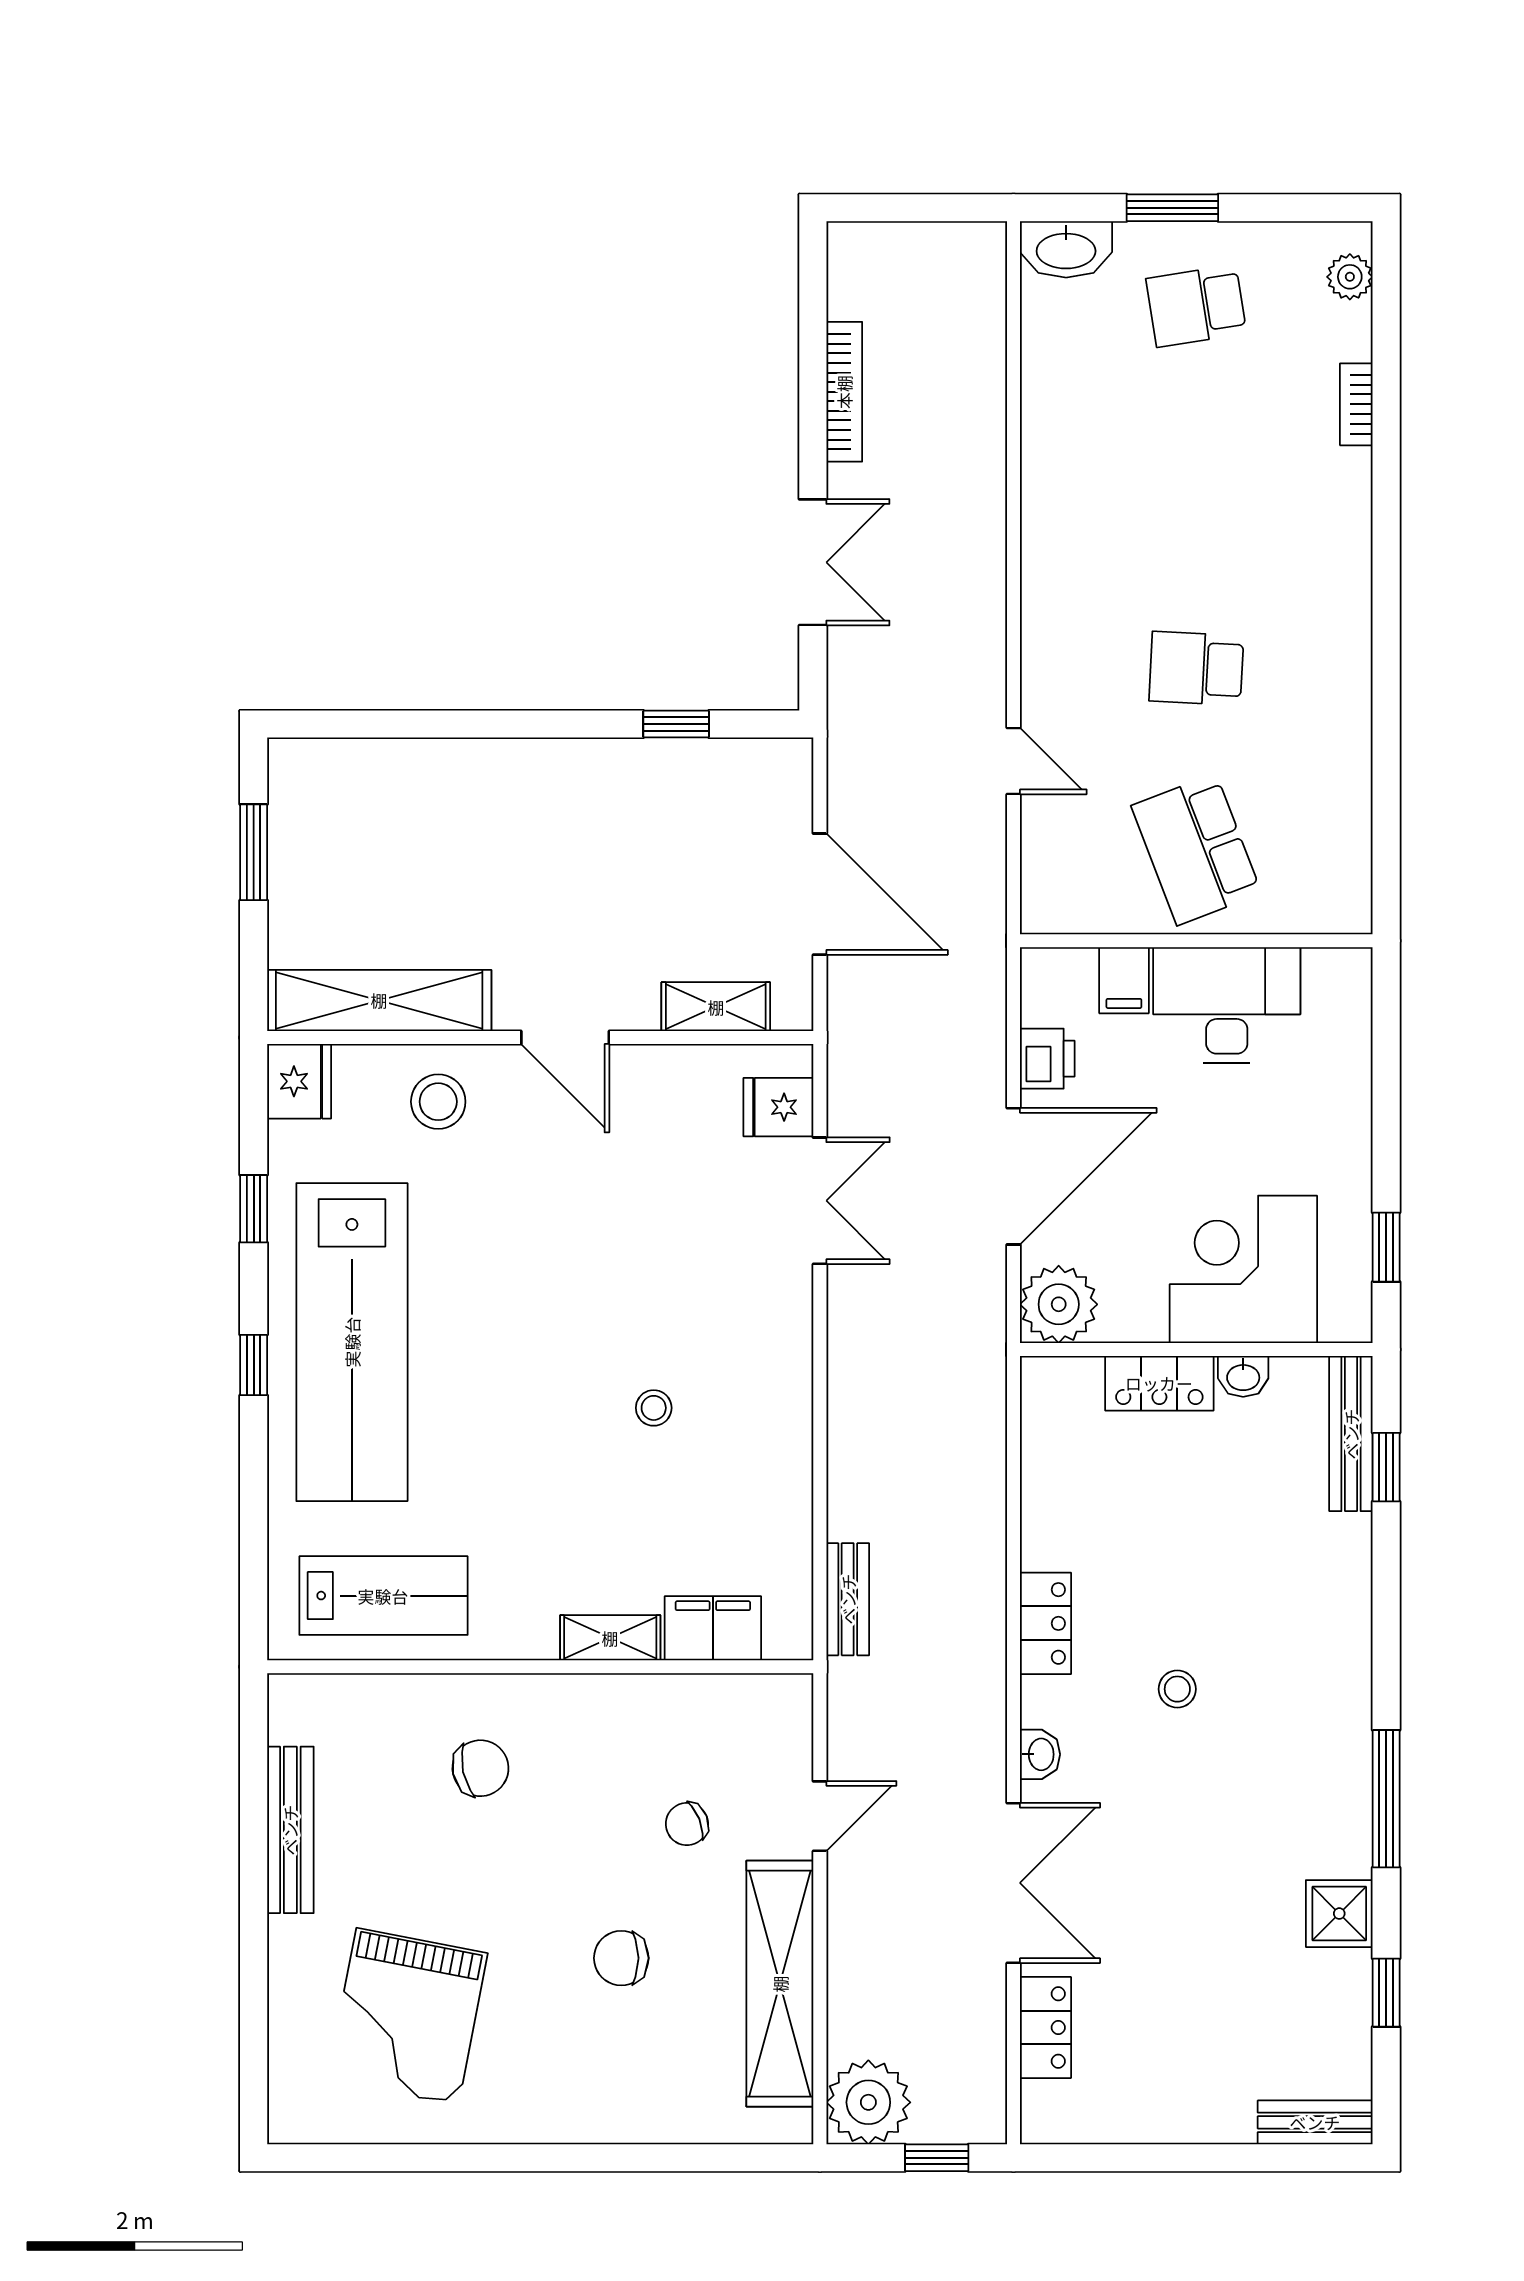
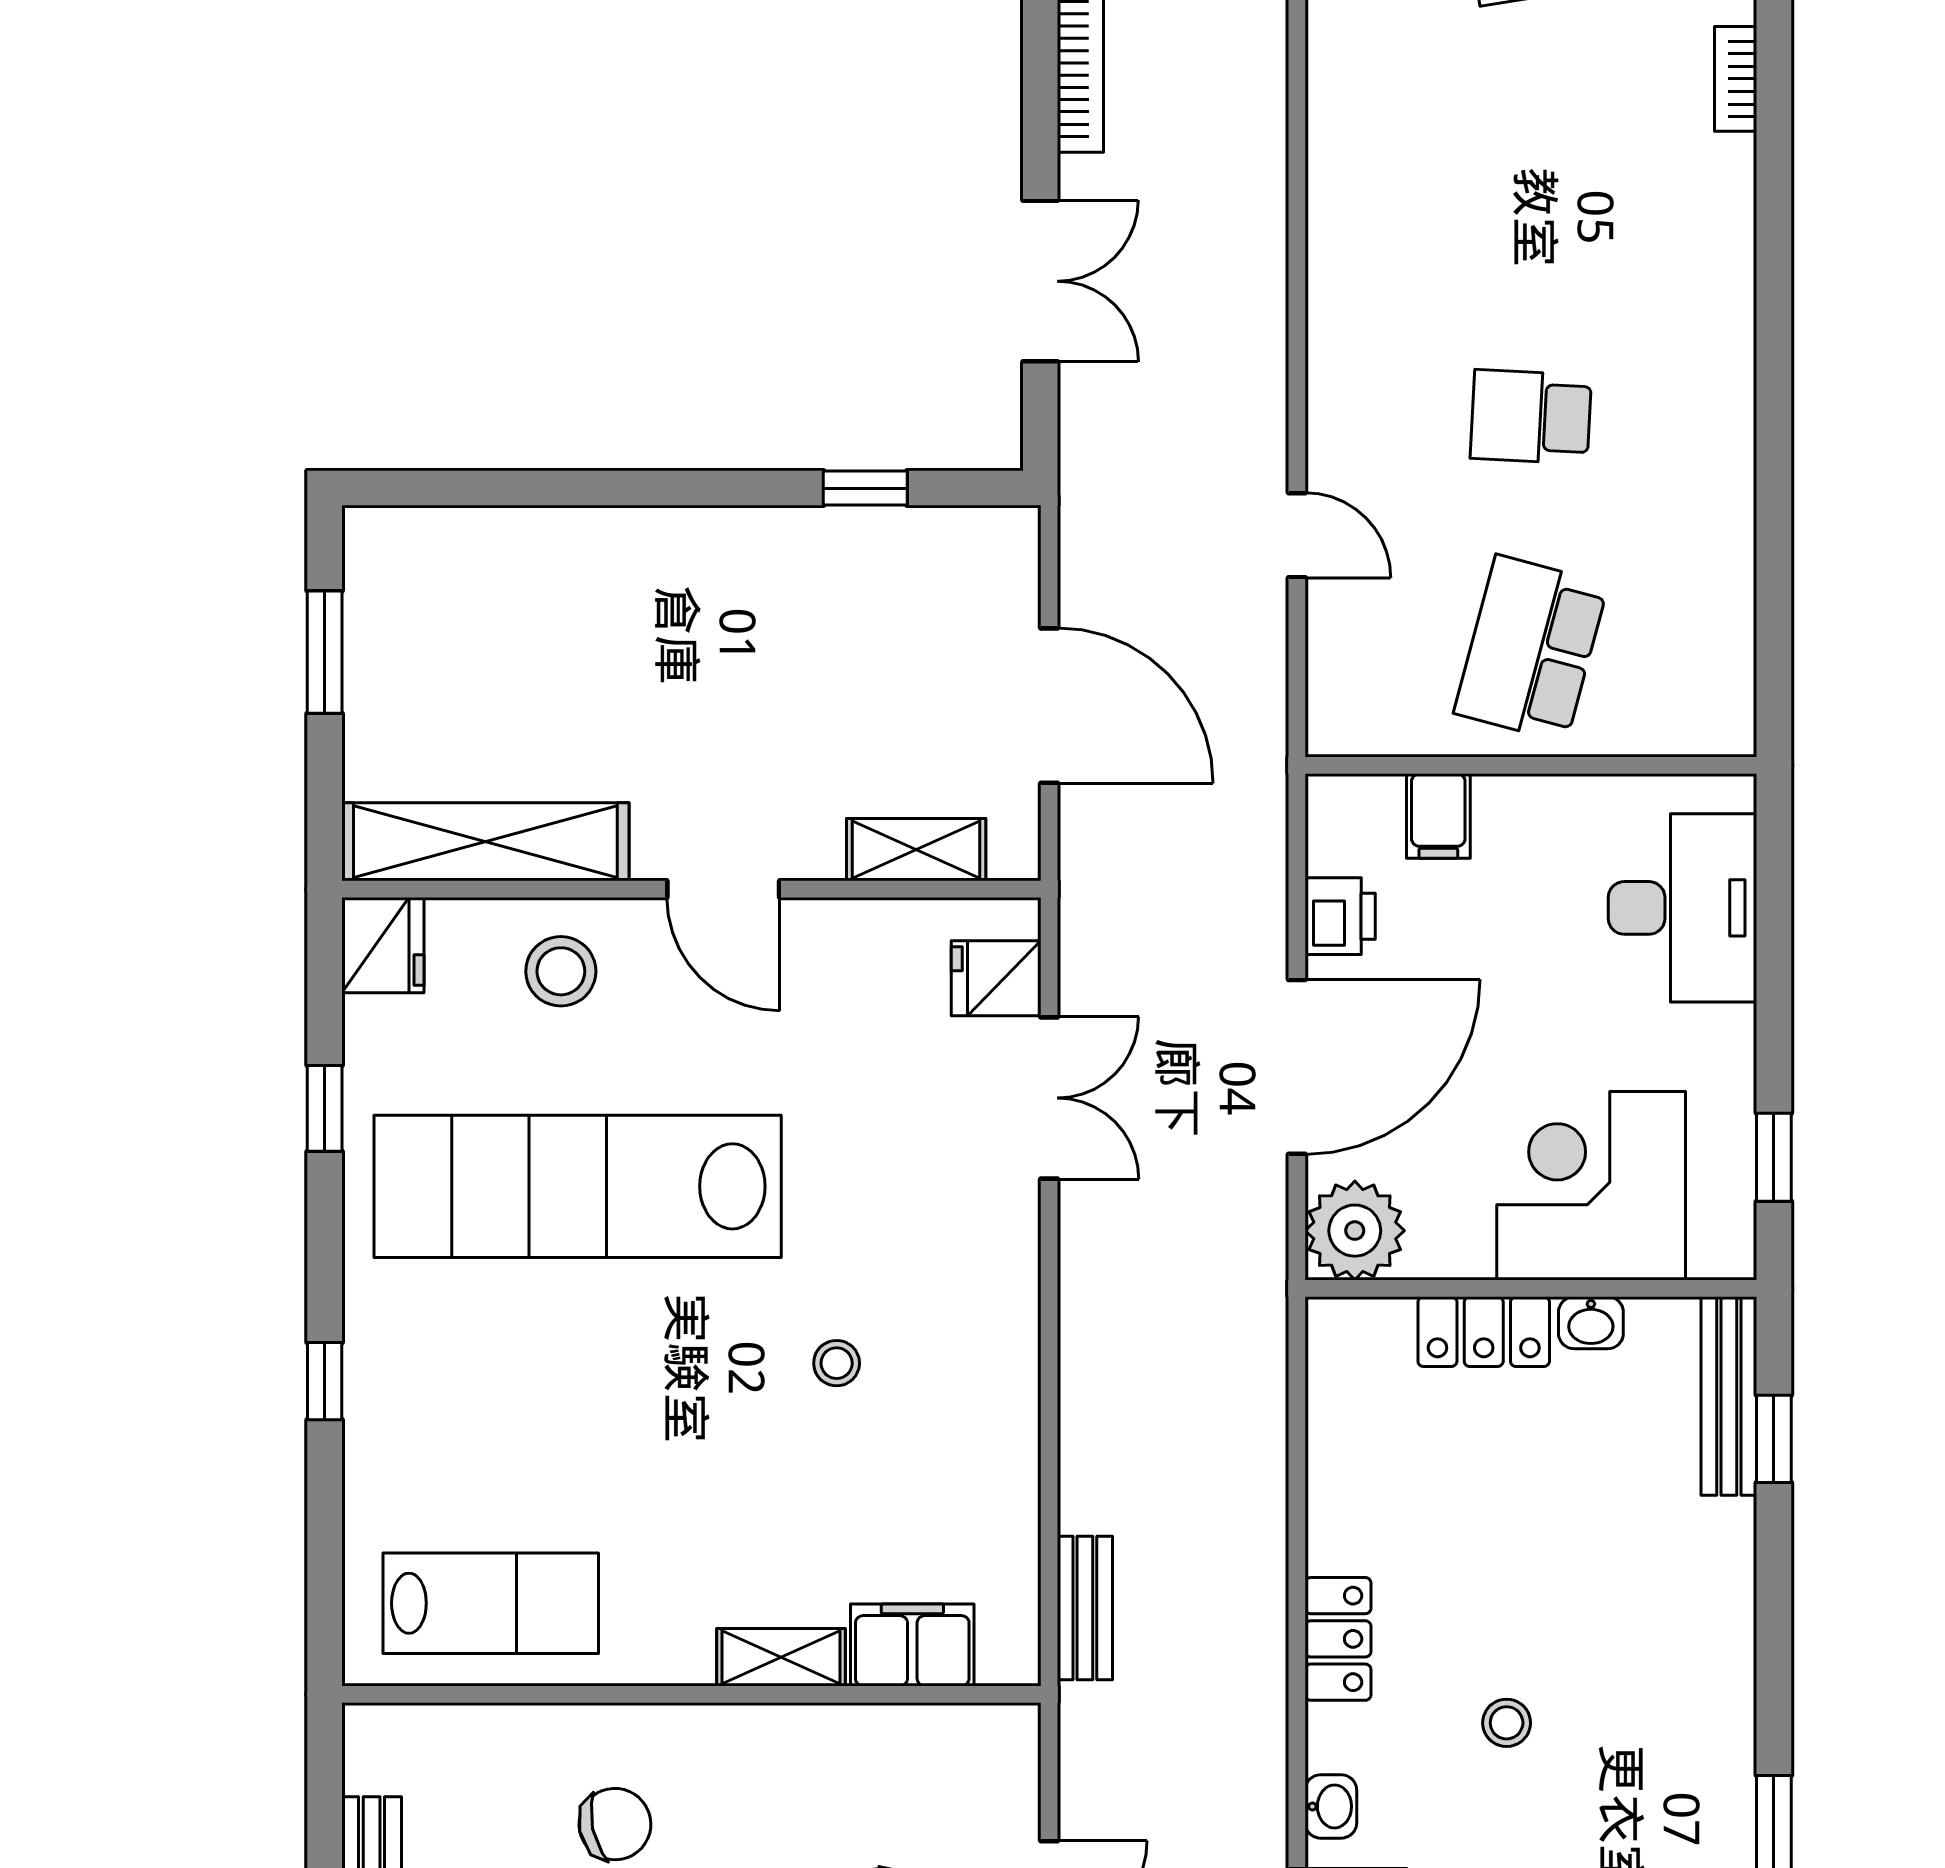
school desk: (1196, 850) -> (1531, 649), turned 36
desk: (1227, 1005) -> (1683, 908), moved, turned 90
lab bench: (352, 1342) -> (578, 1186), moved, turned 90
window: (254, 1365) -> (325, 1381), moved

